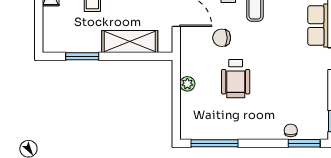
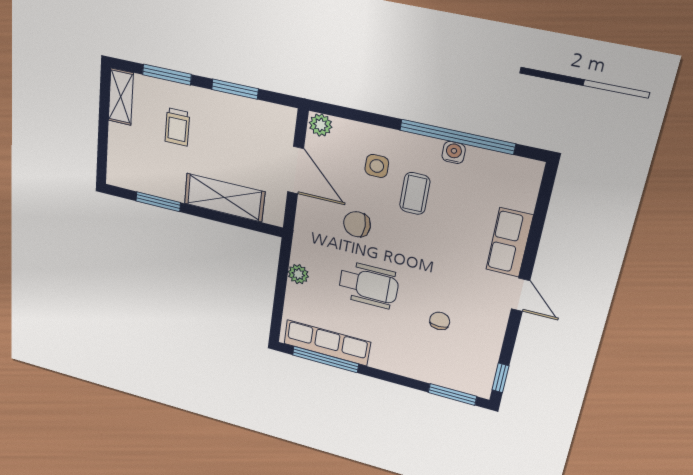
wheelchair: (236, 79) -> (369, 285), turned -90
row of seats: (214, 130) -> (327, 343), added
chair: (291, 130) -> (440, 321), moved

